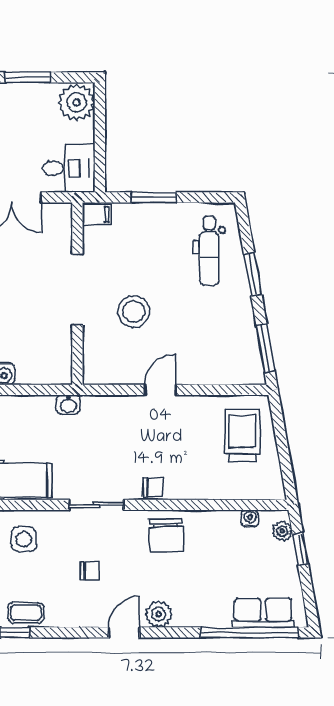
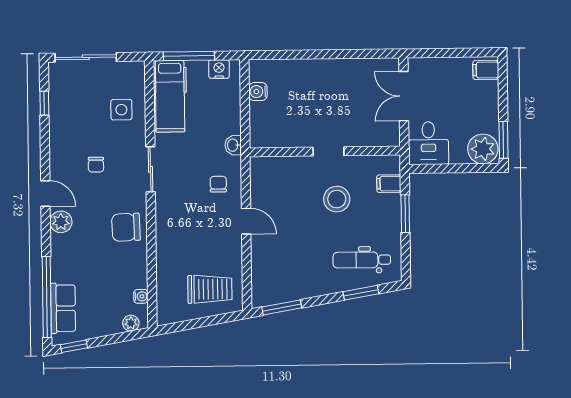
window: (28, 77) -> (503, 140), moved
filing cabinet: (97, 214) -> (389, 184), moved, turned 90
window: (253, 274) -> (361, 293), moved
doorway: (77, 289) -> (328, 151), width x0.53
stool: (134, 311) -> (337, 199), moved
chair: (153, 487) -> (218, 184), moved, turned 180
window: (300, 549) -> (74, 346), moved
coffee table: (26, 613) -> (61, 112), removed

